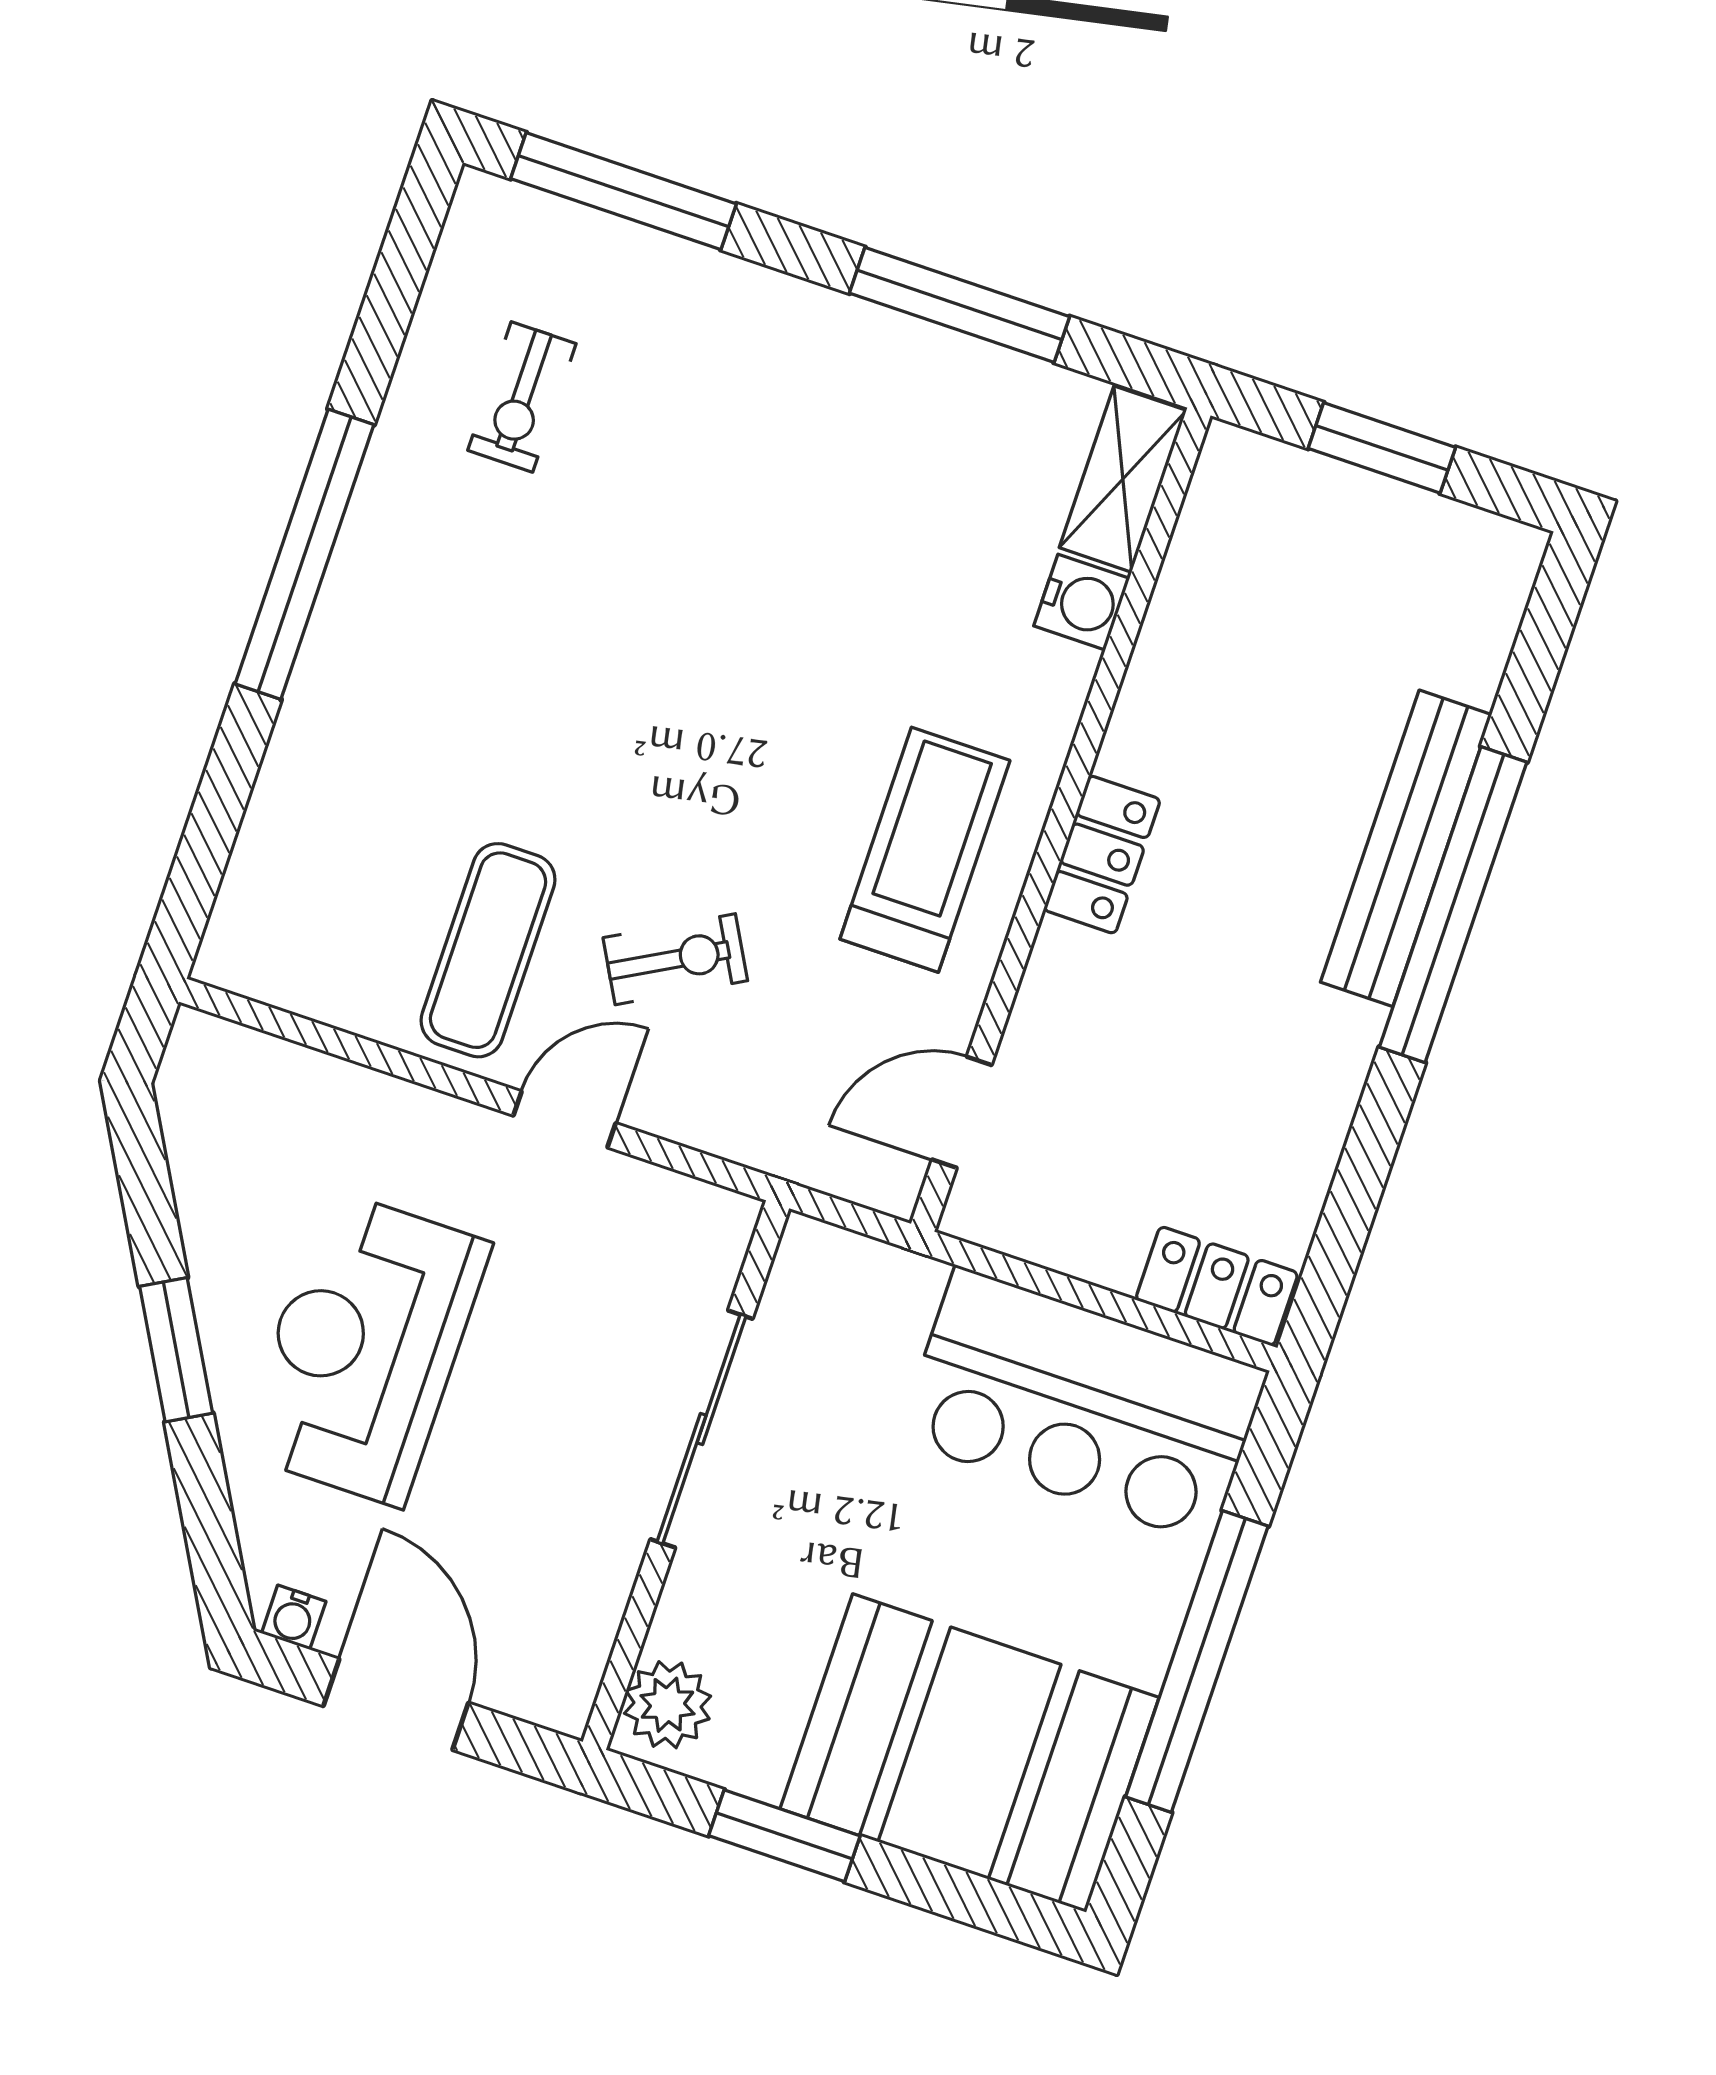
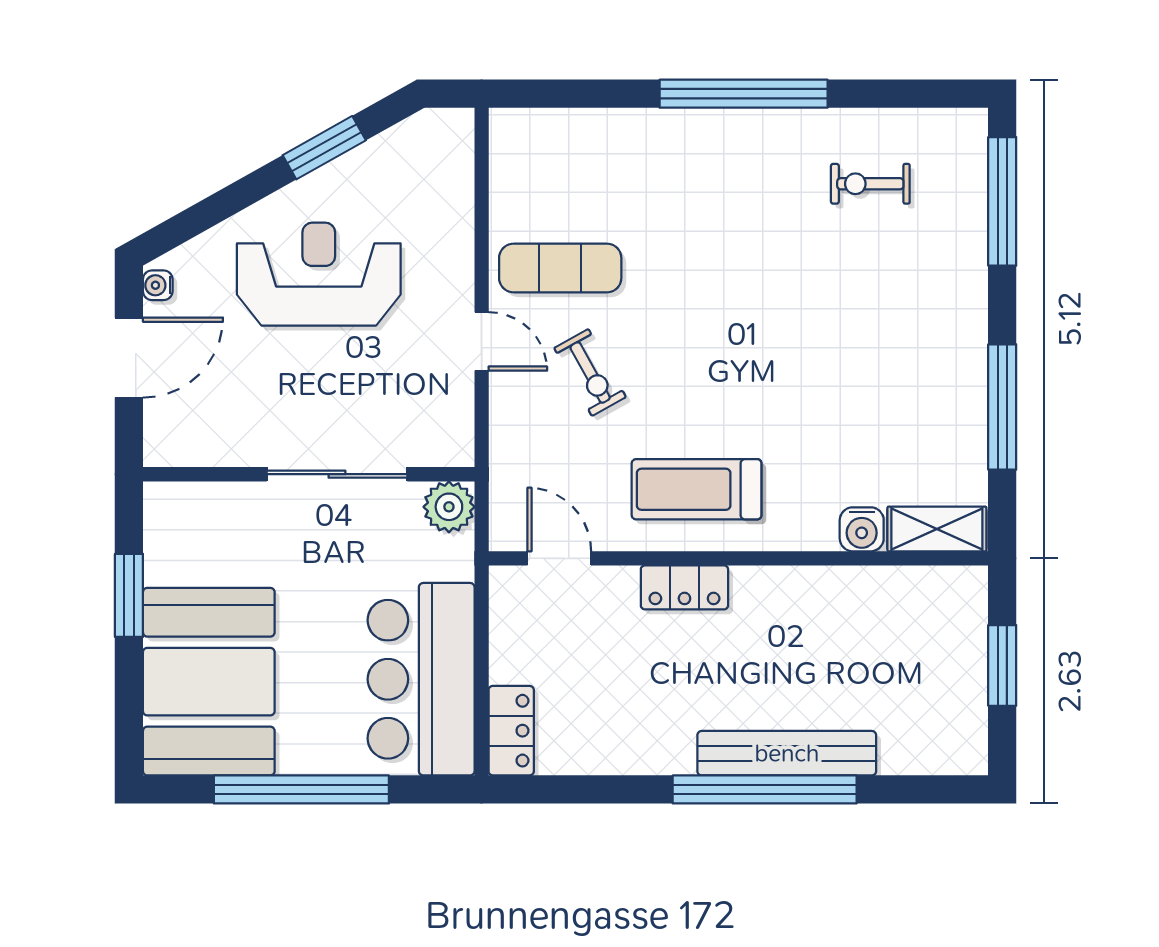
treadmill: (925, 850) -> (697, 489), turned 180
locker: (1102, 855) -> (684, 587), moved
window: (176, 1350) -> (324, 148), moved
plant: (668, 1705) -> (449, 507), moved

